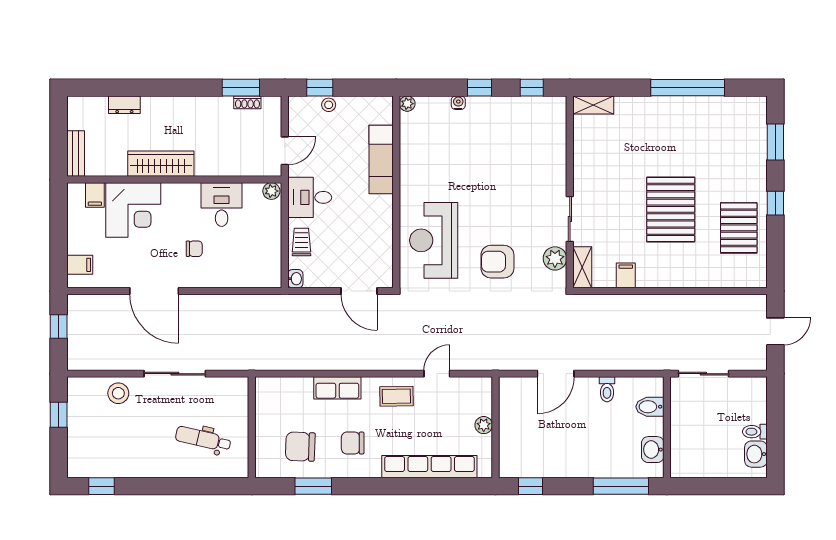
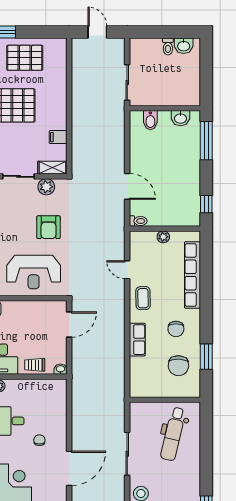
toilet: (607, 389) -> (138, 221), moved
dental chair: (203, 439) -> (173, 434), width x1.36, depth x1.38

